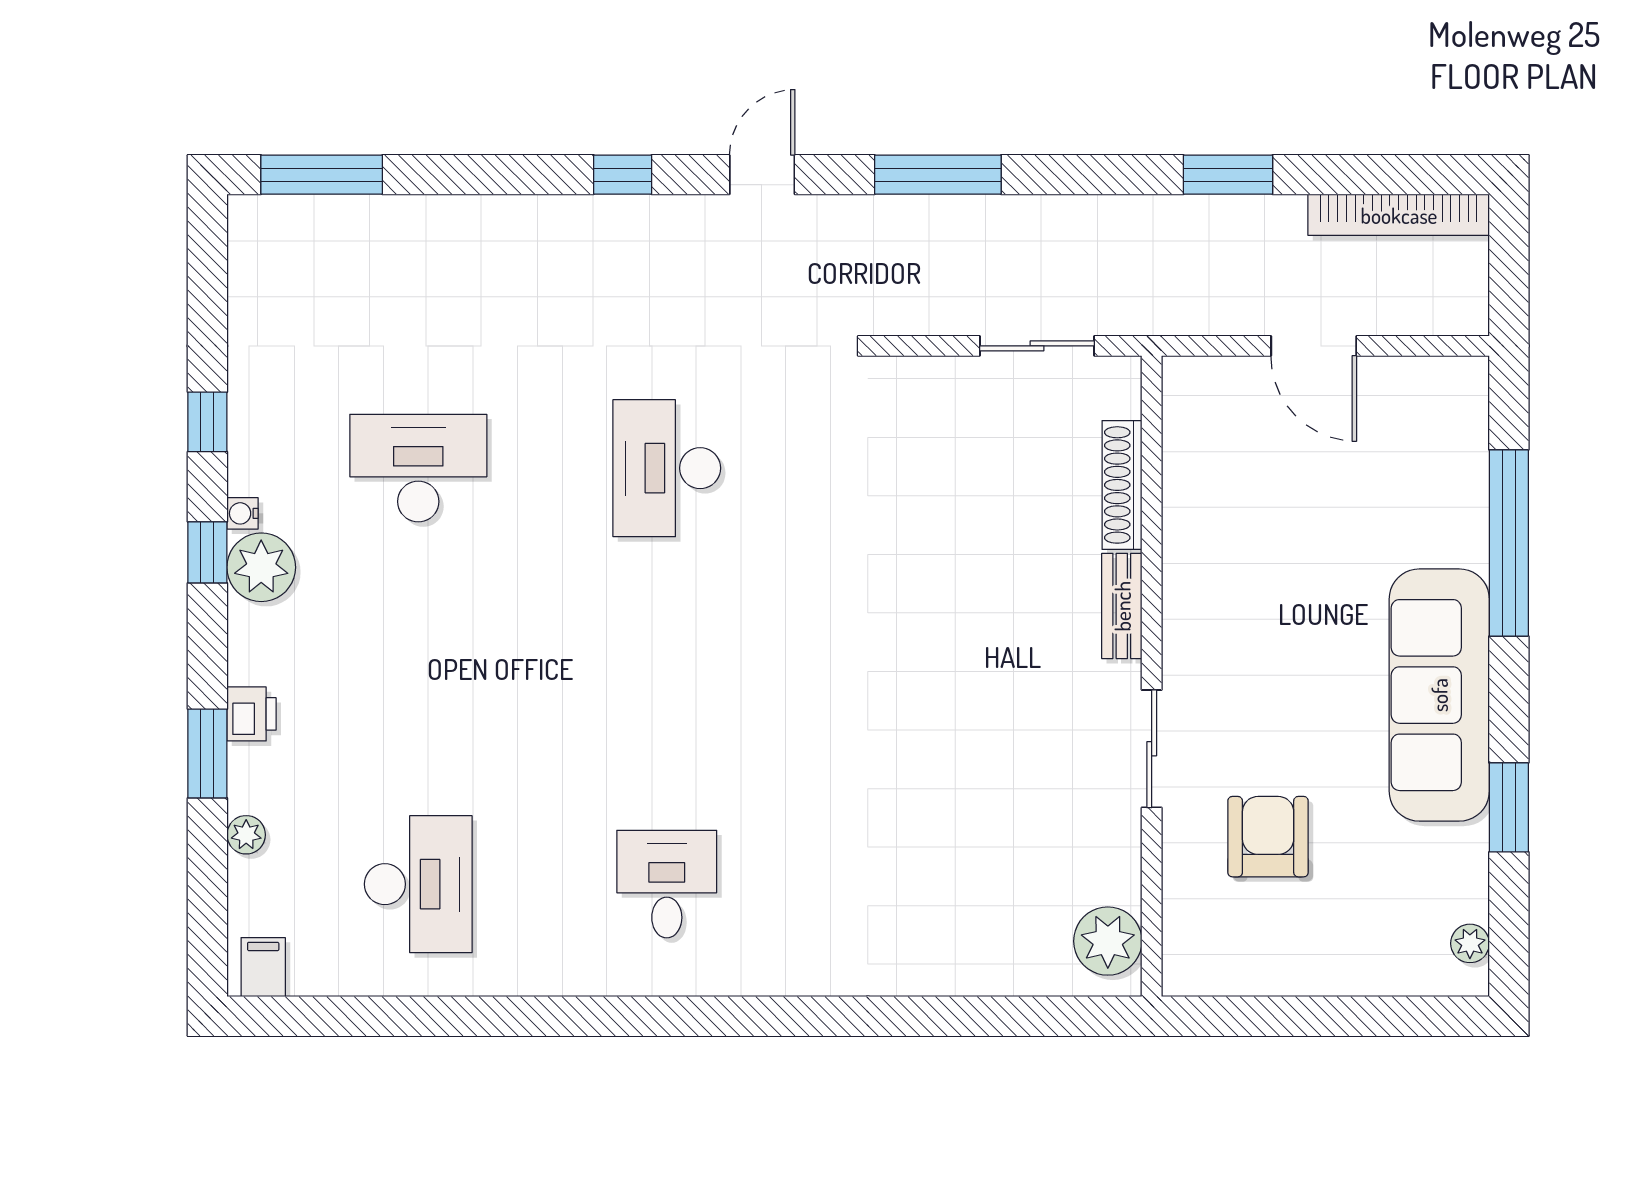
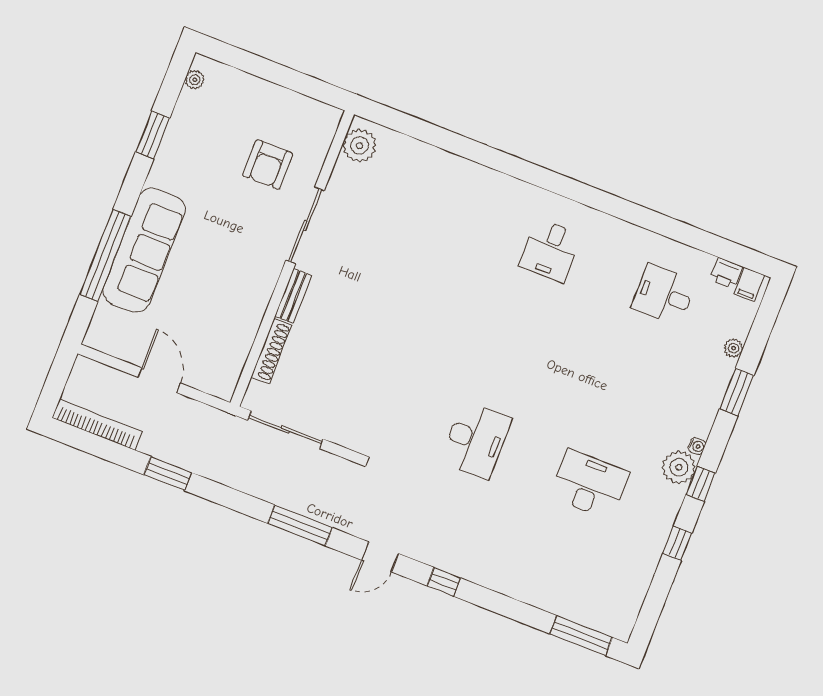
sliding door: (1037, 346) -> (285, 430), width x1.37
desk: (418, 468) -> (589, 484), turned 180
water cooler: (243, 513) -> (697, 446), moved
sofa: (1439, 695) -> (144, 250), moved
printer: (252, 714) -> (726, 273), moved, turned -90
sliding door: (1152, 749) -> (305, 225), width x1.37
desk: (418, 884) -> (664, 295), width x0.73

